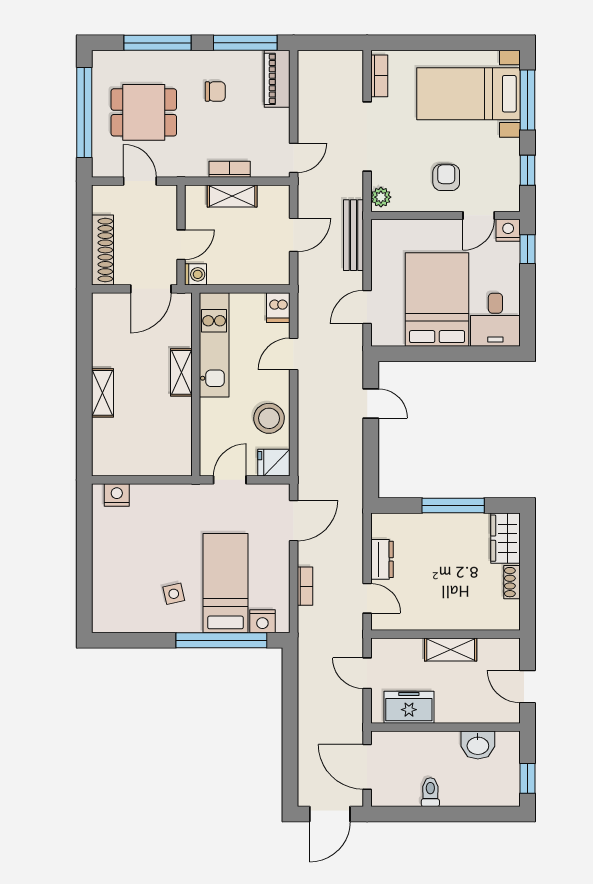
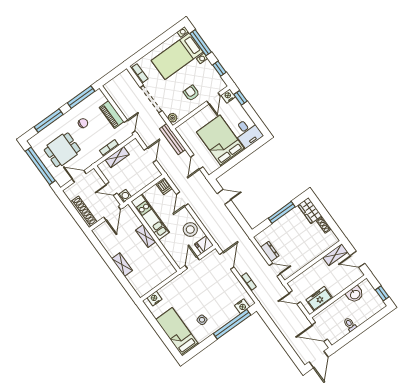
piano: (277, 79) -> (112, 115), moved
door: (181, 245) -> (111, 189), swing flipped
bed: (225, 583) -> (177, 332), moved
shelving: (451, 650) -> (335, 255), moved

